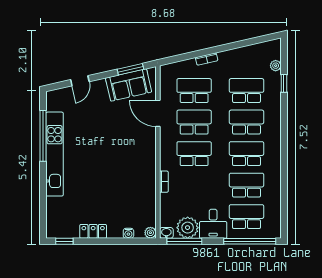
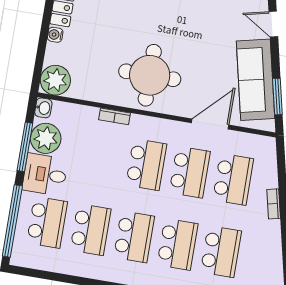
sofa: (129, 85) -> (256, 80), width x1.36
round table: (131, 162) -> (150, 75), added
water cooler: (128, 233) -> (55, 35), moved
plant: (150, 233) -> (55, 80), width x1.87, depth x1.87
window: (184, 241) -> (25, 147), moved

